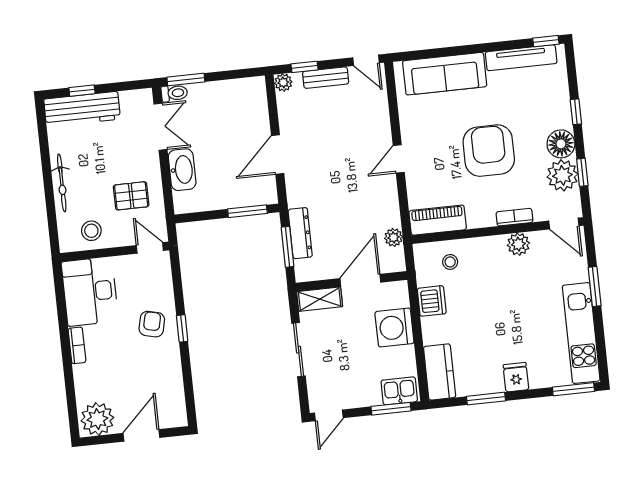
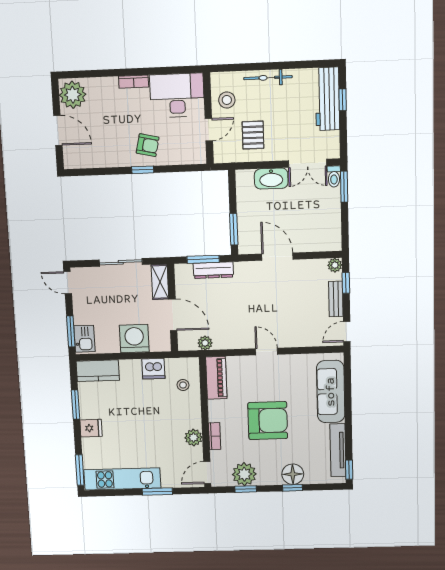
floor lamp: (561, 144) -> (293, 474), moved
door: (150, 248) -> (209, 130), moved

